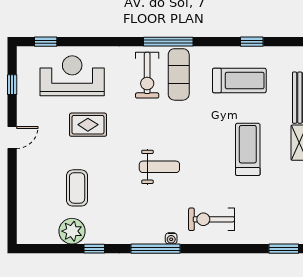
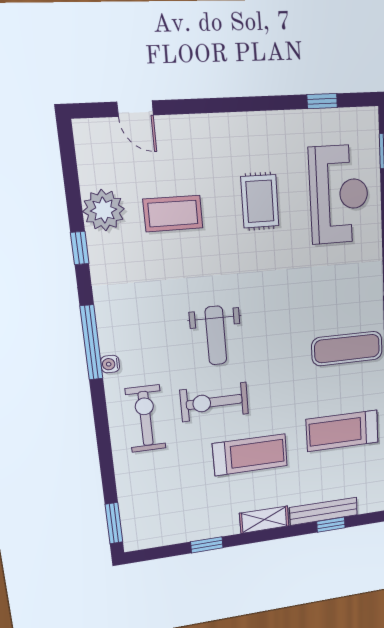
exercise bike: (147, 75) -> (214, 402), moved
treadmill: (239, 81) -> (342, 431), turned 90
rug: (88, 125) -> (260, 201), moved
door: (12, 138) -> (135, 109), moved

